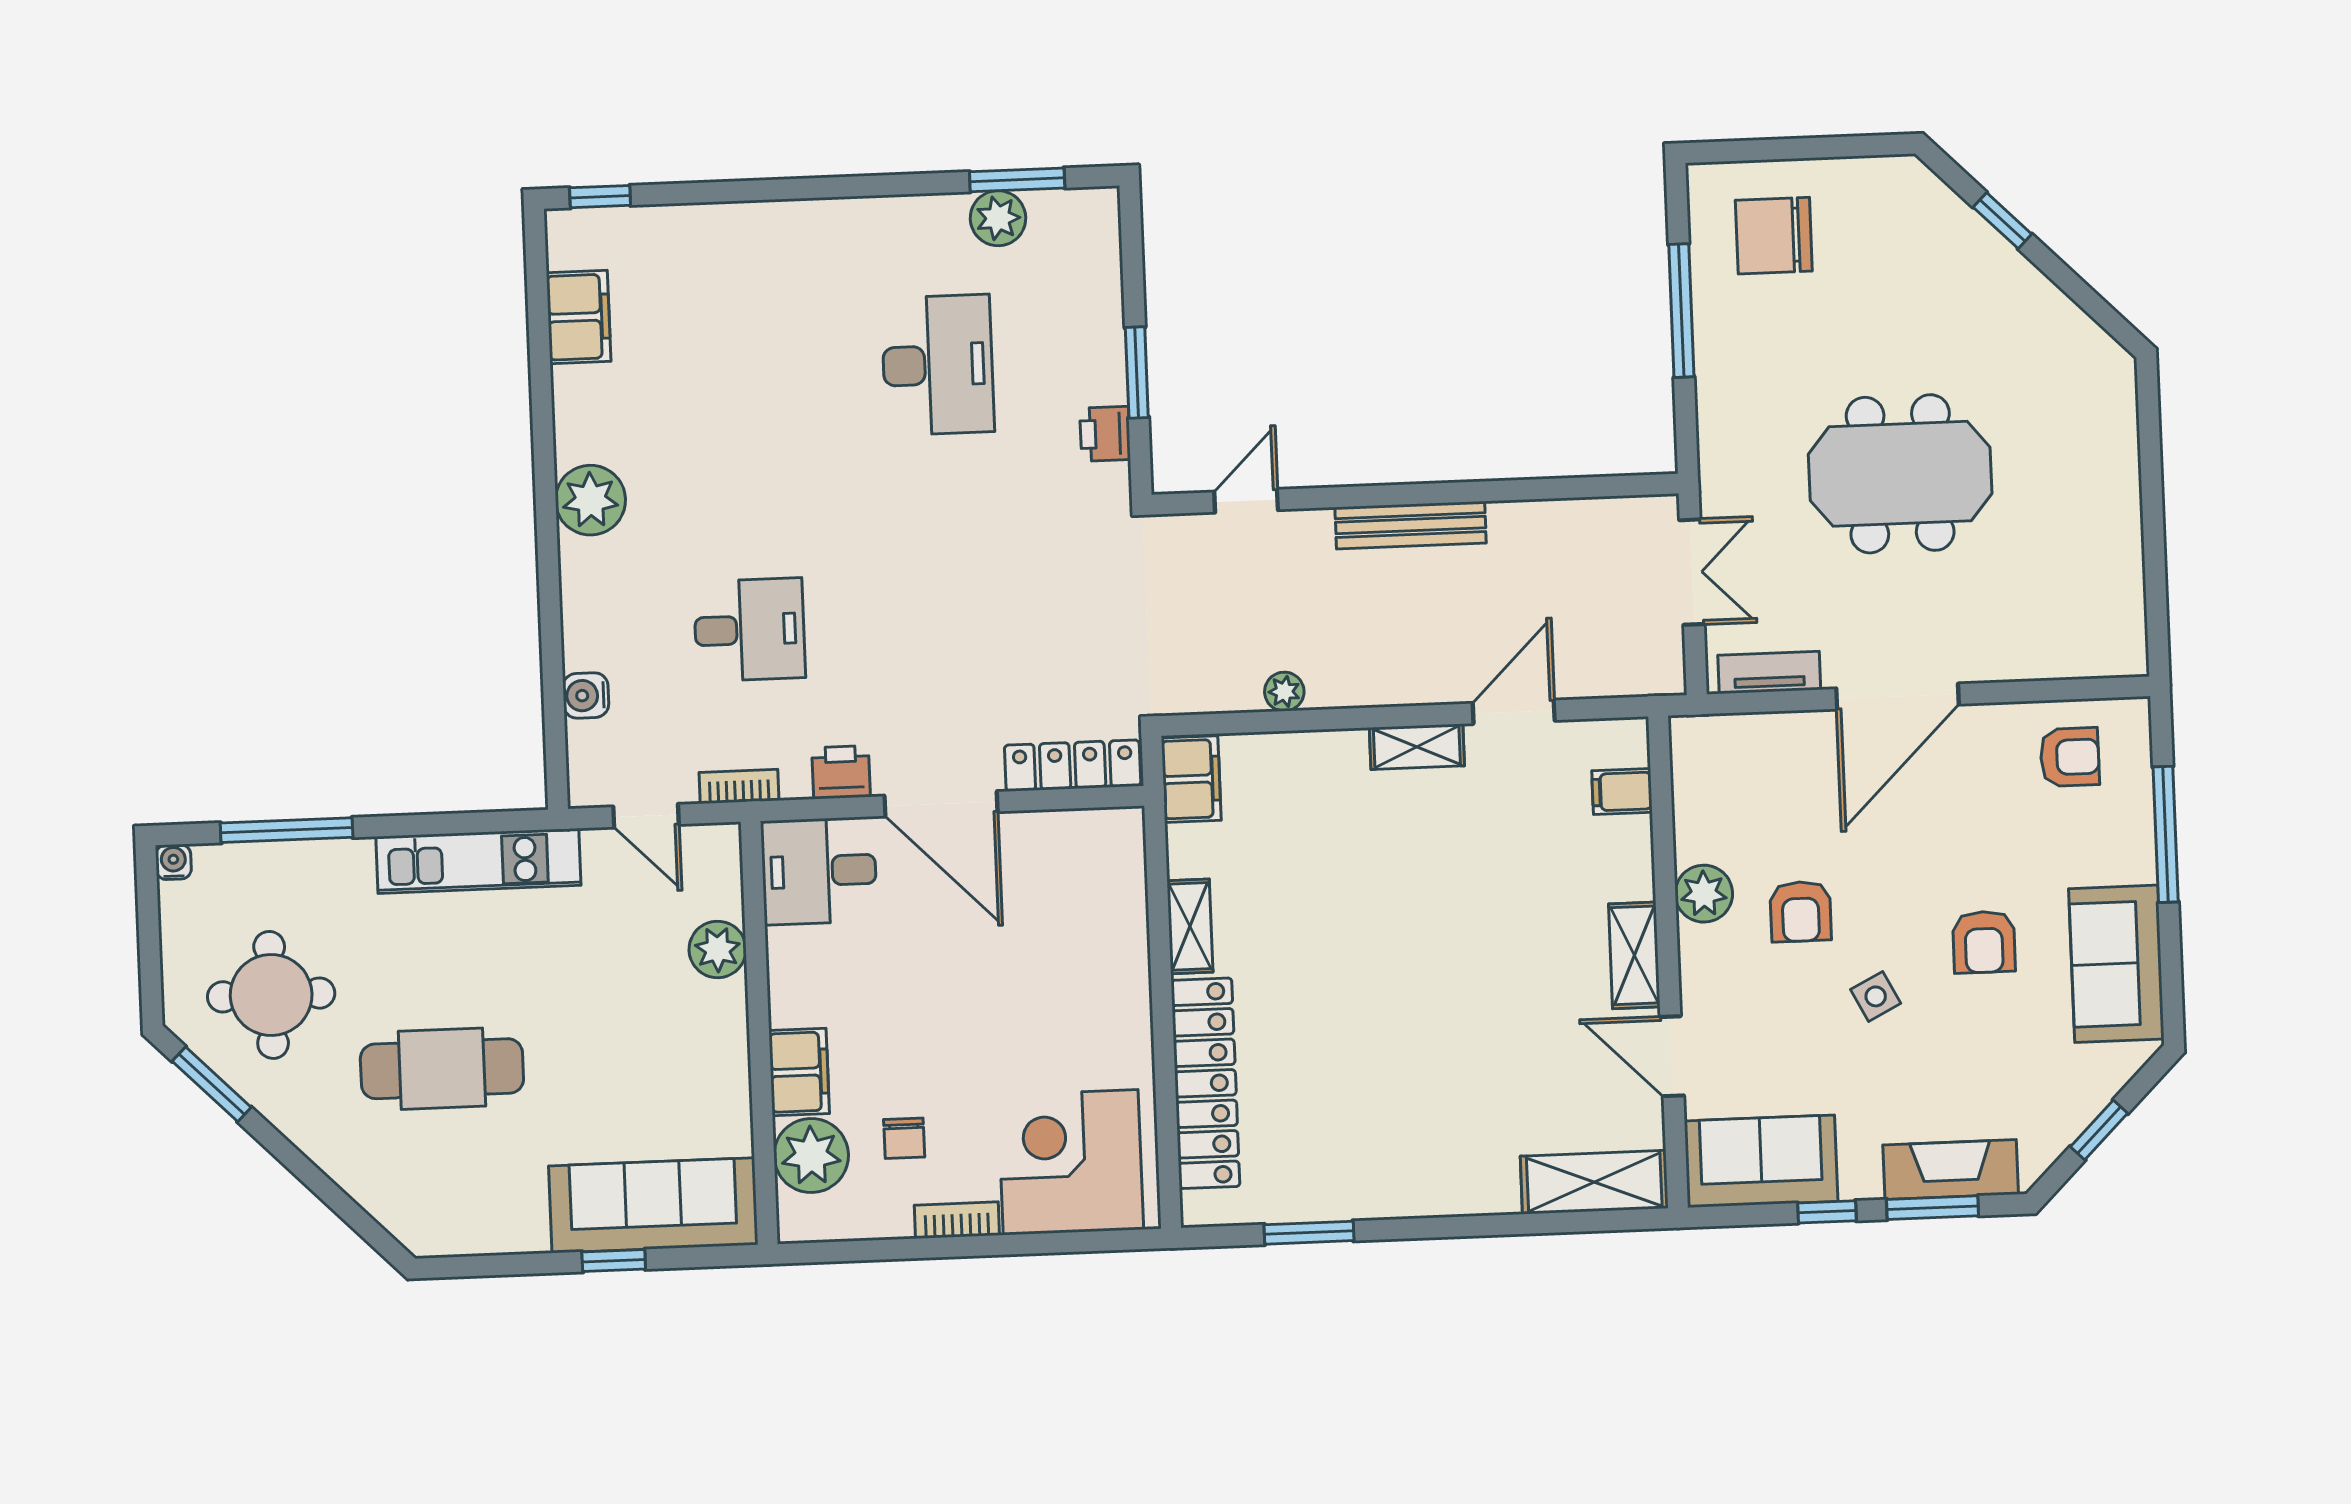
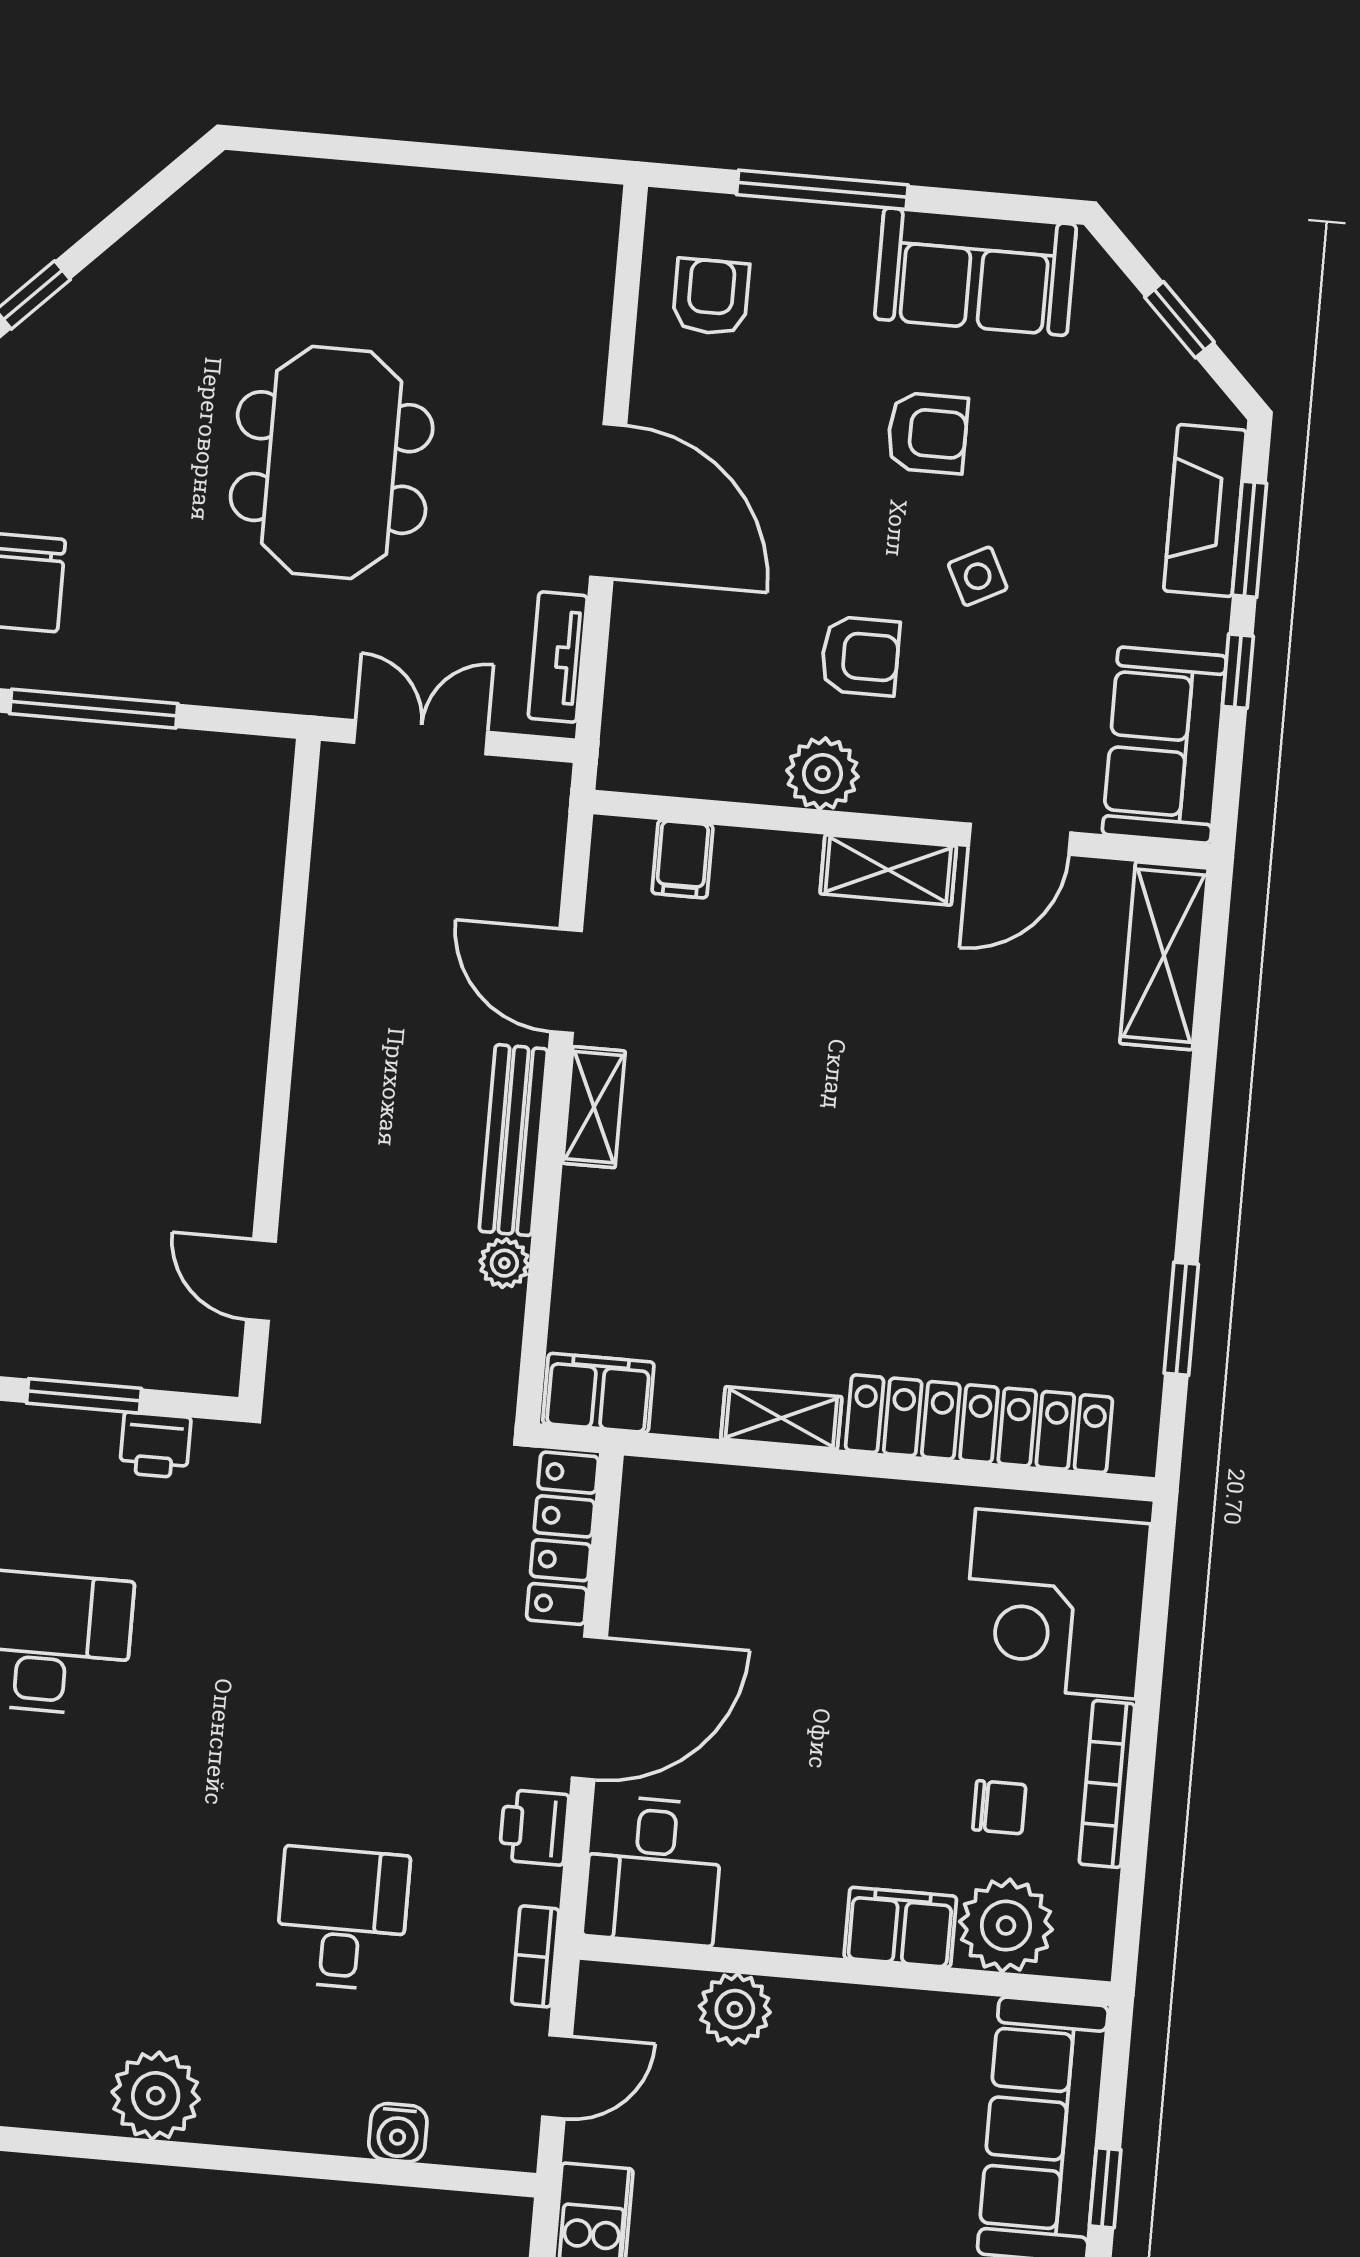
bench: (1411, 525) -> (513, 1140), moved
bookcase: (957, 1220) -> (1107, 1784), width x1.56

